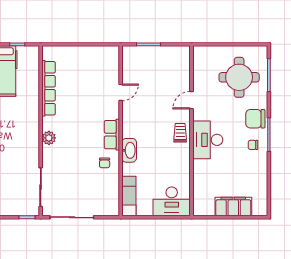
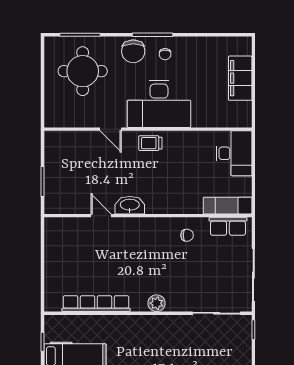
row of seats: (112, 135) -> (228, 226), moved
desk: (208, 140) -> (159, 104), width x1.36, depth x1.30
washbasin: (129, 150) -> (130, 205), moved

